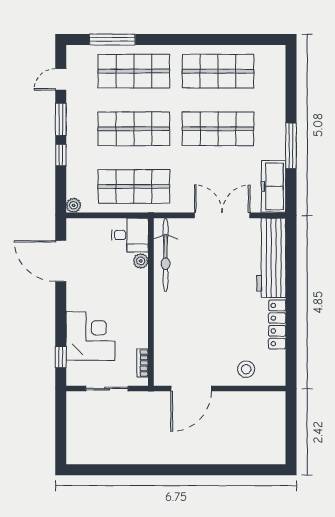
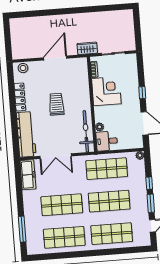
window: (112, 40) -> (125, 250), removed
window: (291, 146) -> (22, 229), moved
trolley: (214, 307) -> (56, 104), added
corner desk: (91, 336) -> (106, 91), moved, turned 180
window: (61, 357) -> (142, 93), moved
stool: (246, 369) -> (23, 68), moved
door: (191, 388) -> (55, 58), moved
wardrobe: (152, 401) -> (87, 48), added

